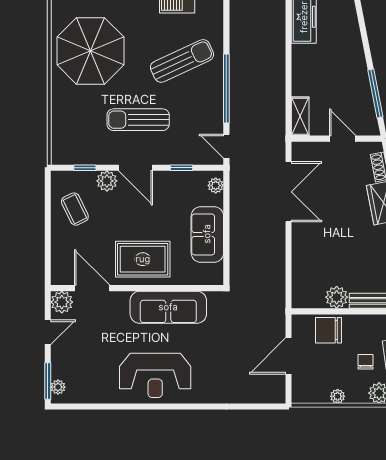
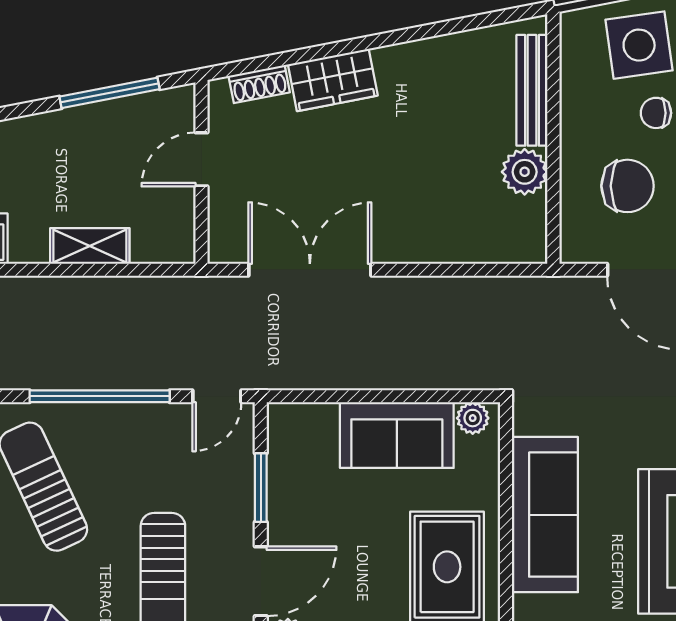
shelving: (300, 116) -> (90, 246), moved
window: (181, 168) -> (261, 488), width x1.50
plant: (216, 185) -> (473, 418), moved
chair: (329, 330) -> (627, 186), moved, turned -90

